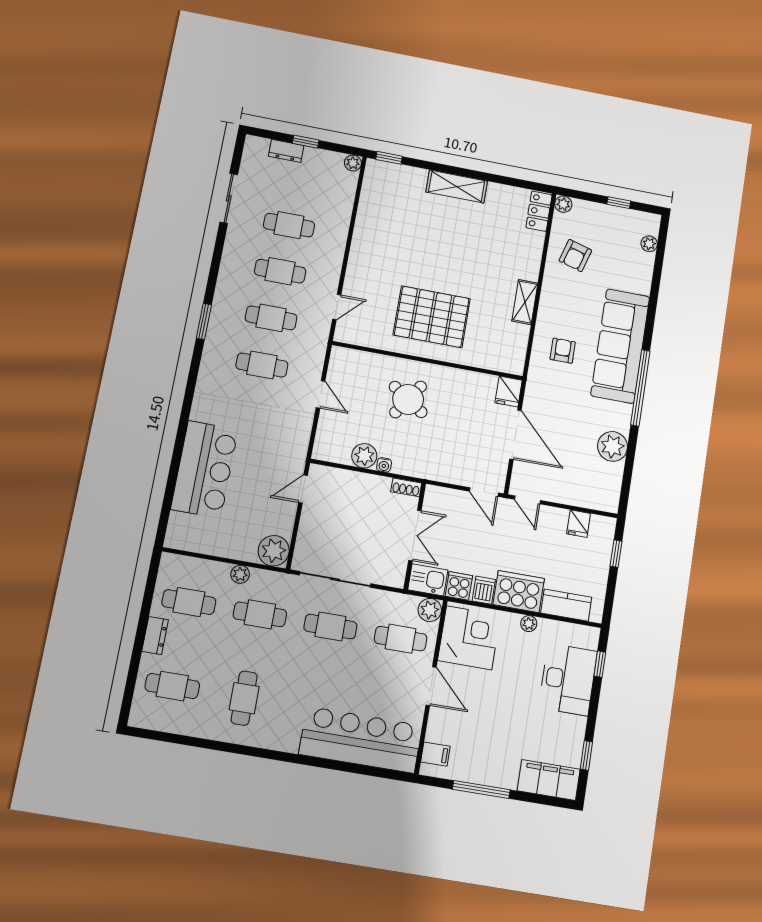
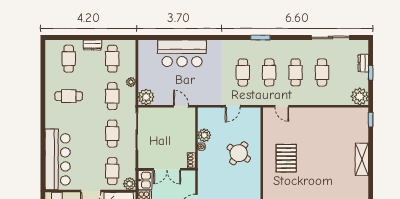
plant: (353, 163) -> (360, 96), width x1.88, depth x1.88
sliding door: (229, 198) -> (331, 38), width x1.37
pallet: (432, 317) -> (286, 158), width x0.73, depth x0.71

